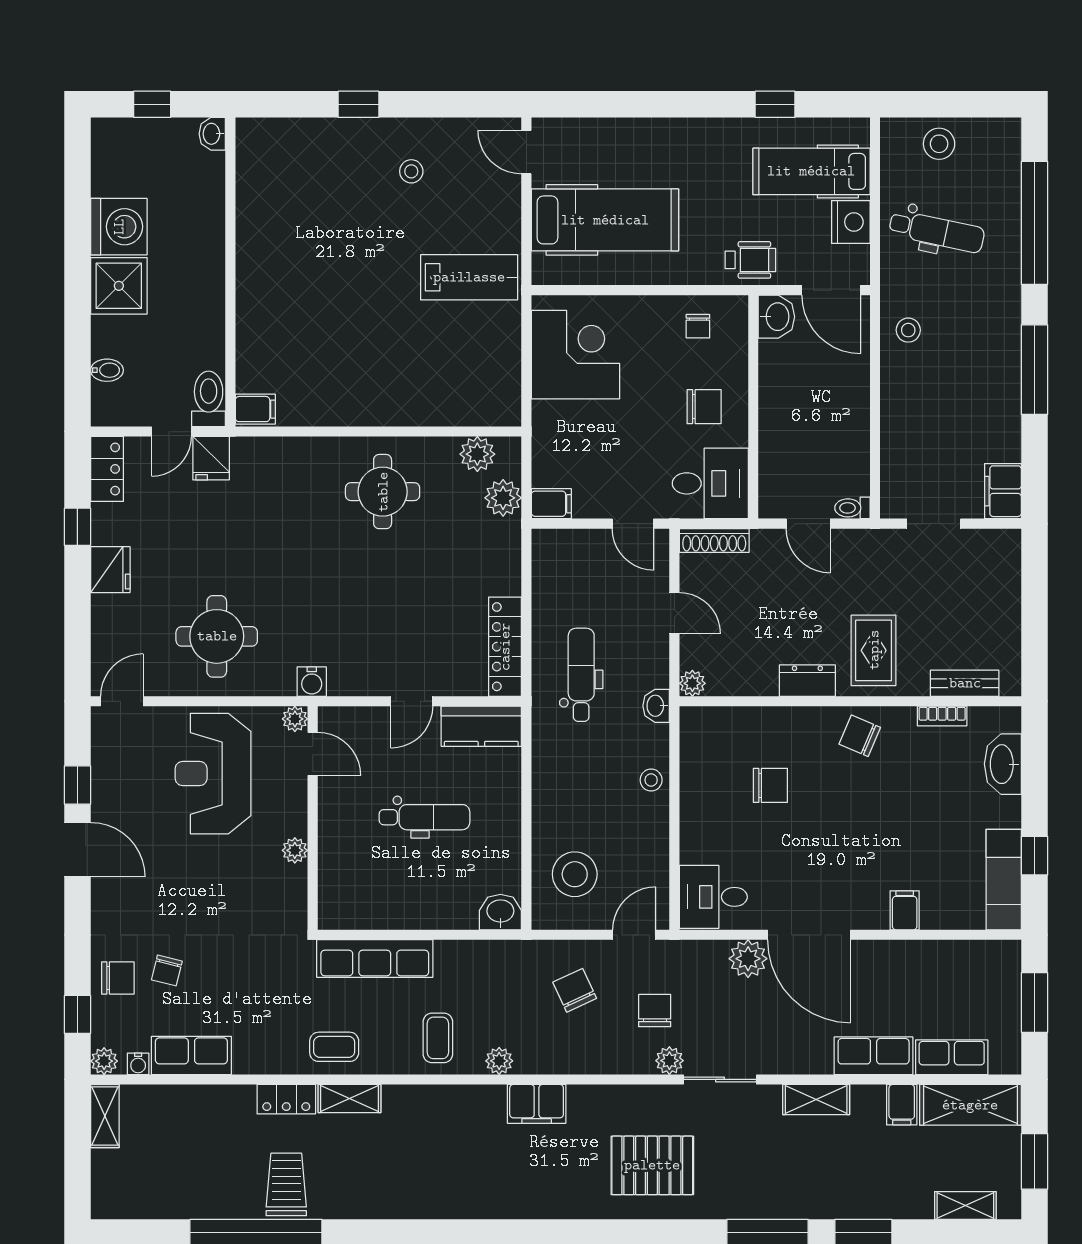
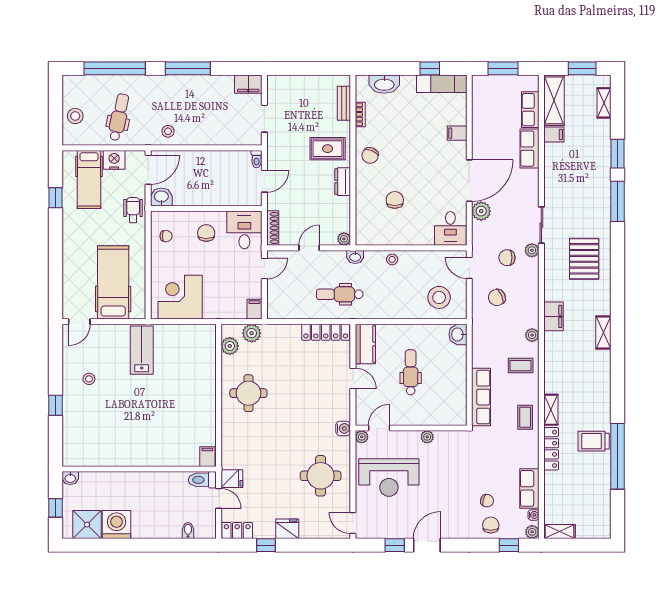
shower: (119, 286) -> (87, 525), moved
locker: (286, 1099) -> (551, 449), width x1.53
shelving: (816, 1099) -> (603, 332), moved

